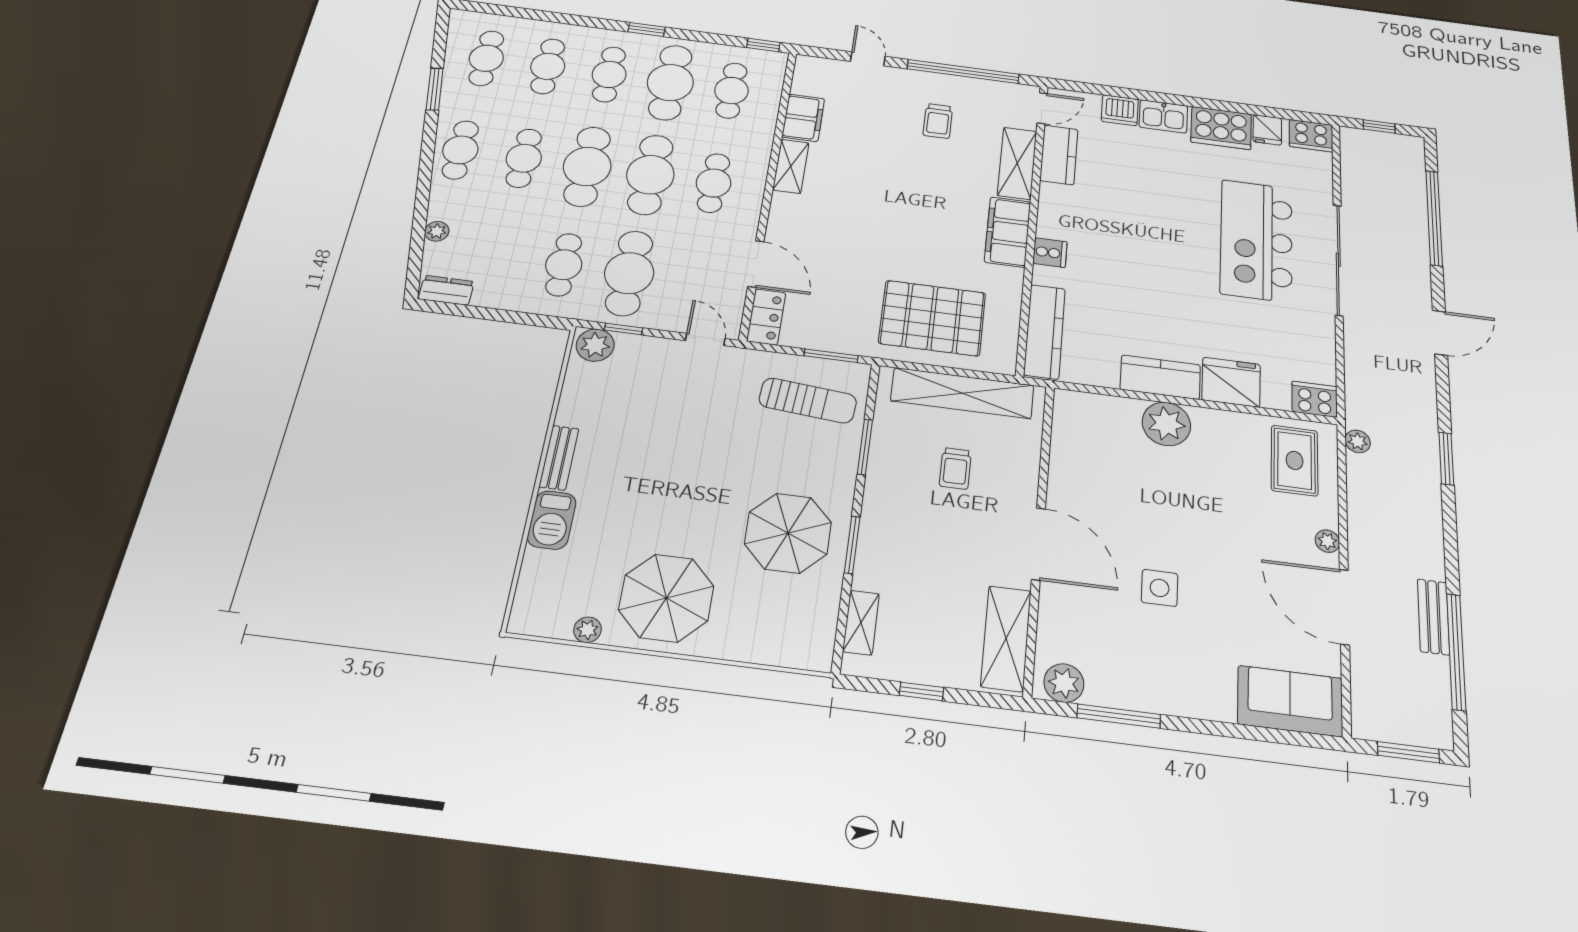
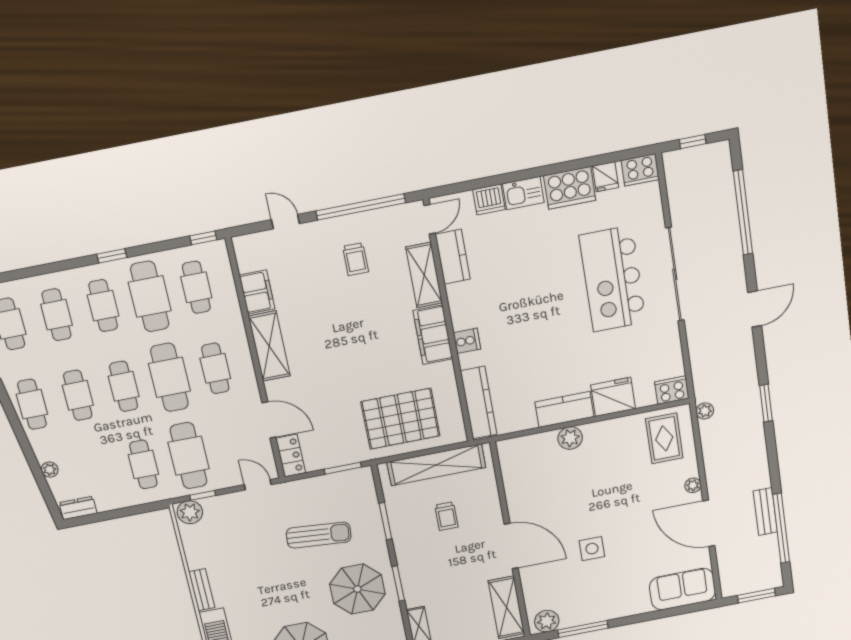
cafe table: (587, 166) -> (124, 386), width x0.73, depth x0.74
shelving: (791, 166) -> (269, 346), width x1.50, depth x1.33
sun lounger: (808, 401) -> (319, 535), moved
plant: (1166, 424) -> (570, 438), width x0.73, depth x0.73

